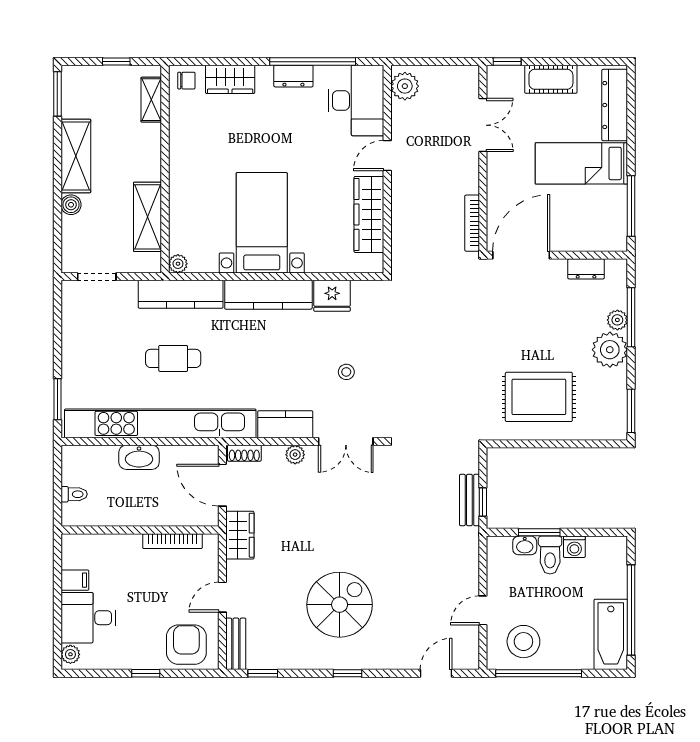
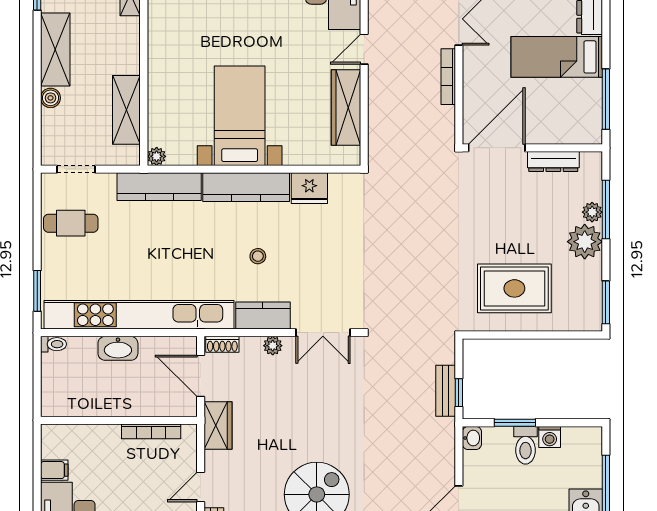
bookcase: (472, 223) -> (448, 77), moved
dresser: (586, 269) -> (553, 161), width x1.44
cafe table: (173, 358) -> (71, 223), moved
stool: (346, 372) -> (258, 256), moved
toilet: (74, 494) -> (53, 344), moved
washbasin: (525, 545) -> (472, 438), moved, turned -90

